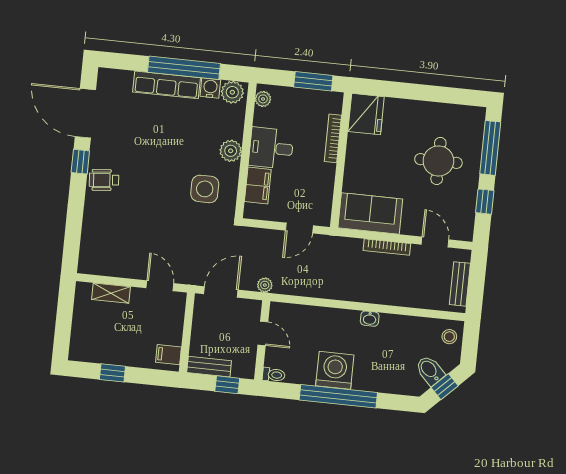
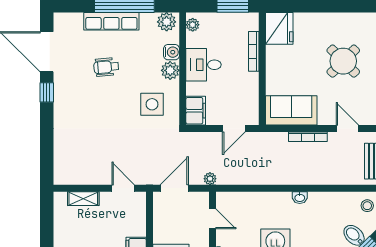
water cooler: (210, 88) -> (172, 52), moved, turned 90
round table: (438, 161) -> (343, 61), turned 45
wheelchair: (104, 180) -> (106, 67), moved
filing cabinet: (258, 185) -> (196, 111), moved

